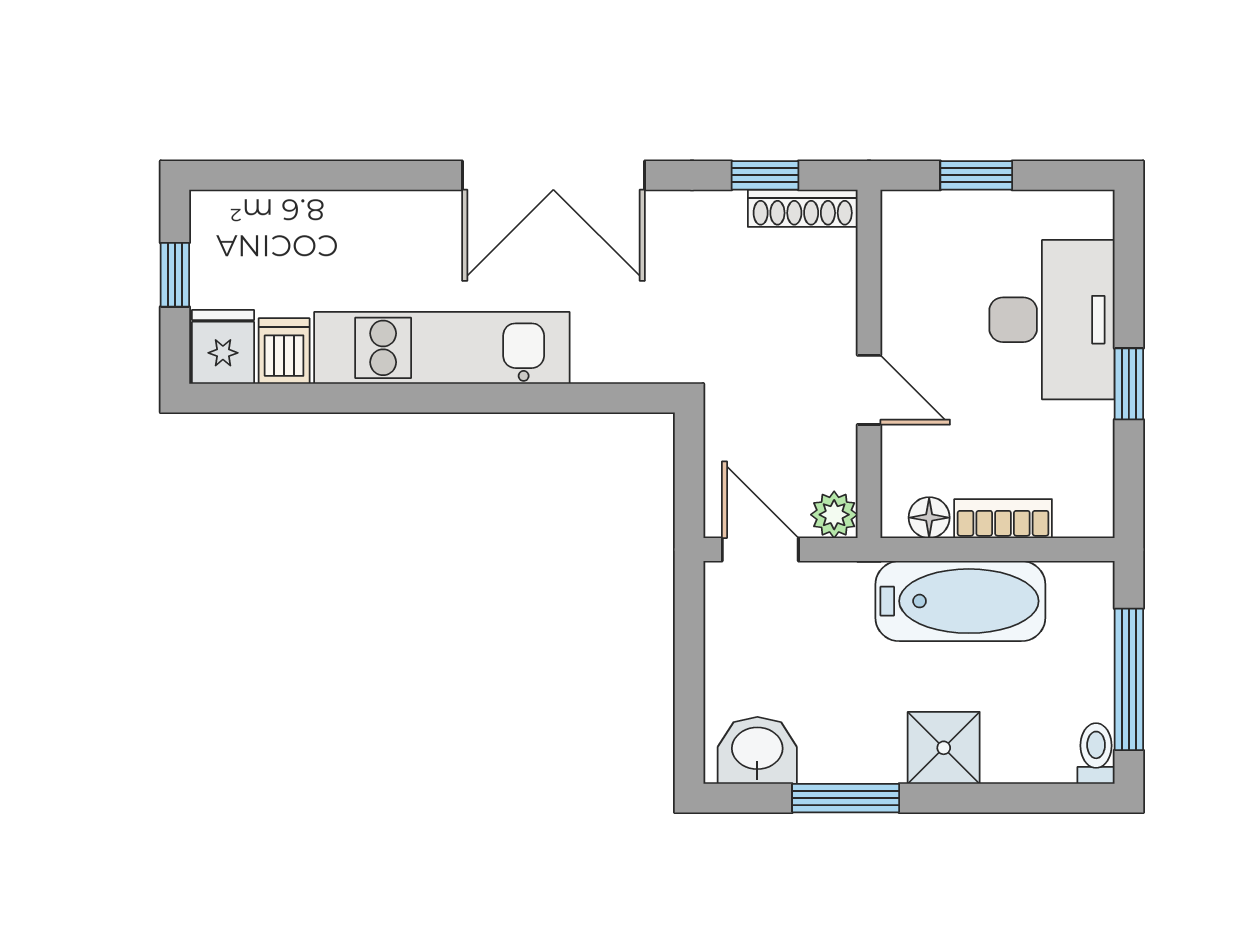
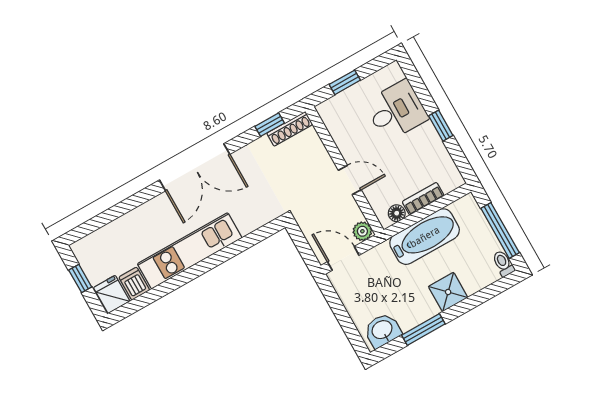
desk: (1052, 320) -> (396, 111), width x0.73

